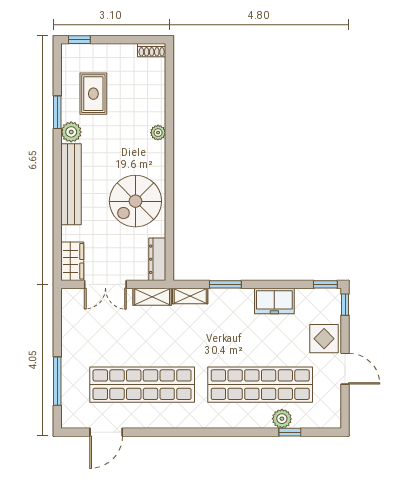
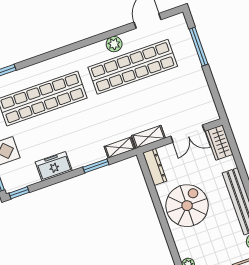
double door: (105, 284) -> (188, 134), swing flipped
plant: (282, 419) -> (114, 44), moved

